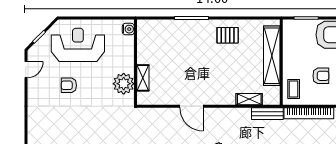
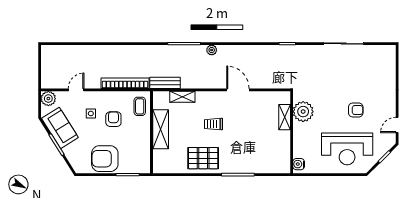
pallet: (228, 35) -> (203, 158), width x1.50, depth x1.42
shelving: (272, 56) -> (161, 129), width x0.68
trolley: (217, 71) -> (213, 124), added
armchair: (321, 76) -> (113, 119), turned 90

